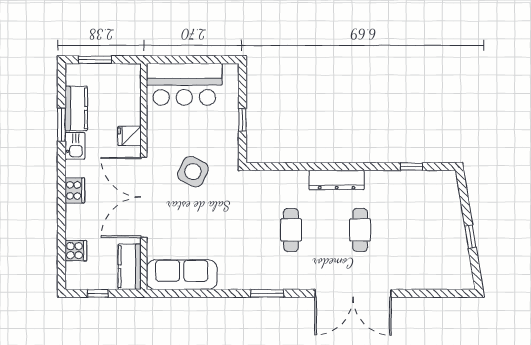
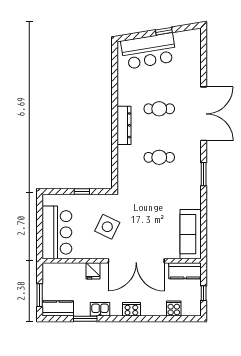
kitchen counter: (76, 108) -> (58, 308), moved
window: (412, 167) -> (115, 73), removed
side table: (193, 172) -> (107, 227), moved
bar counter: (442, 215) -> (149, 51), added

